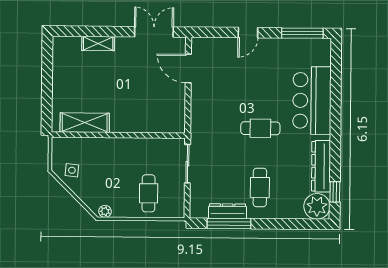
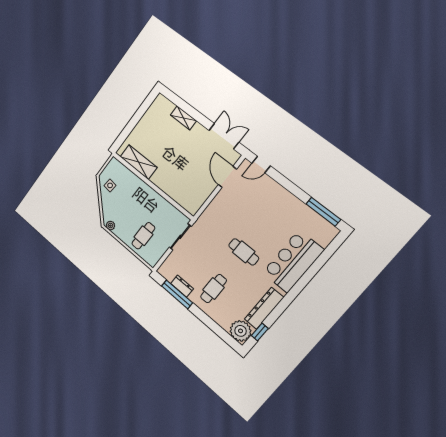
door: (248, 33) -> (261, 164), moved
dresser: (227, 211) -> (182, 286), width x0.70

